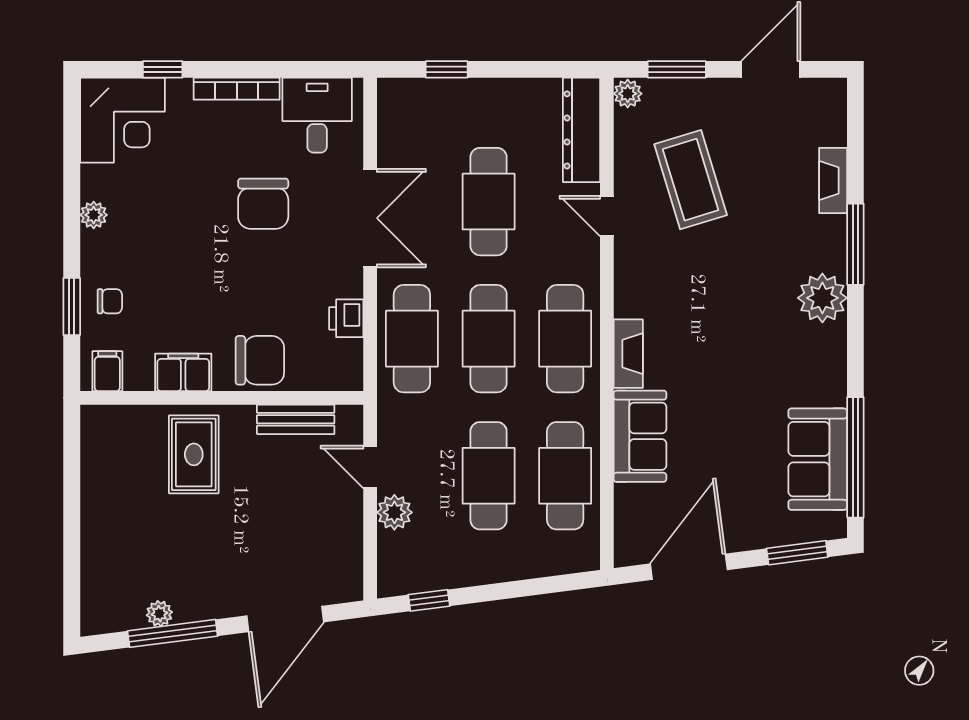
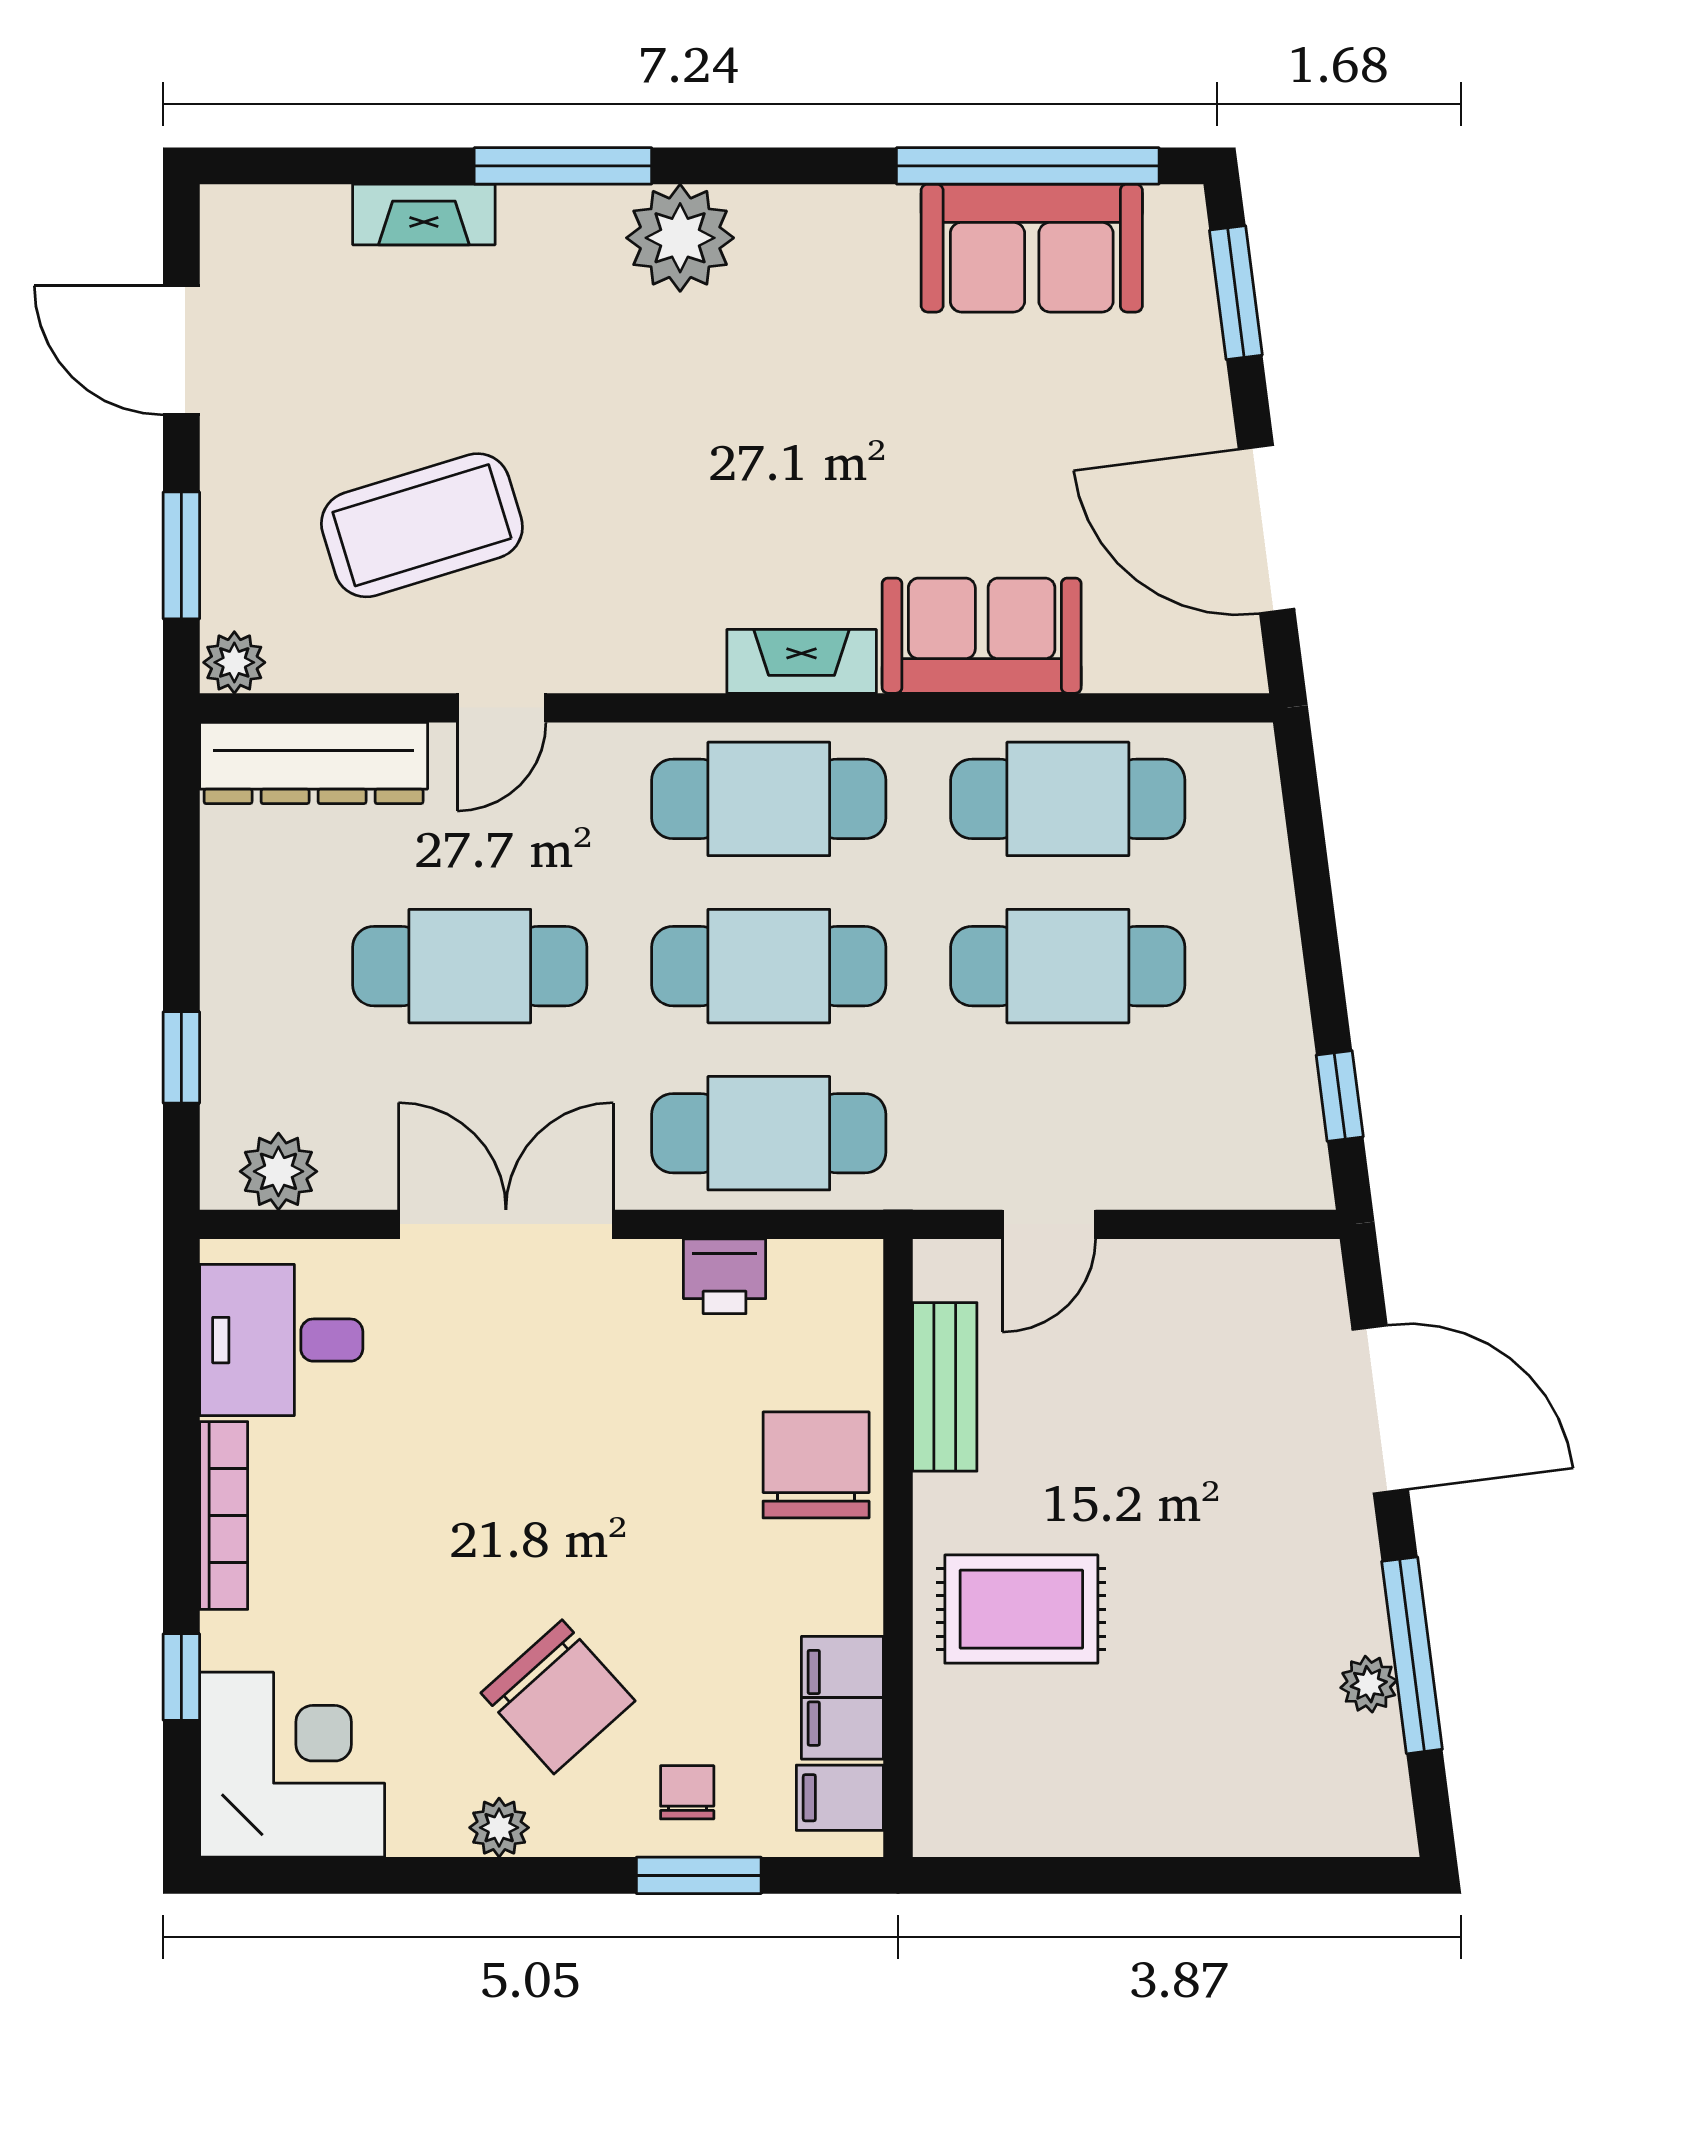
chair: (263, 204) -> (558, 1697), moved, turned 48
filing cabinet: (183, 372) -> (842, 1698), moved
plant: (394, 512) -> (278, 1171), moved

